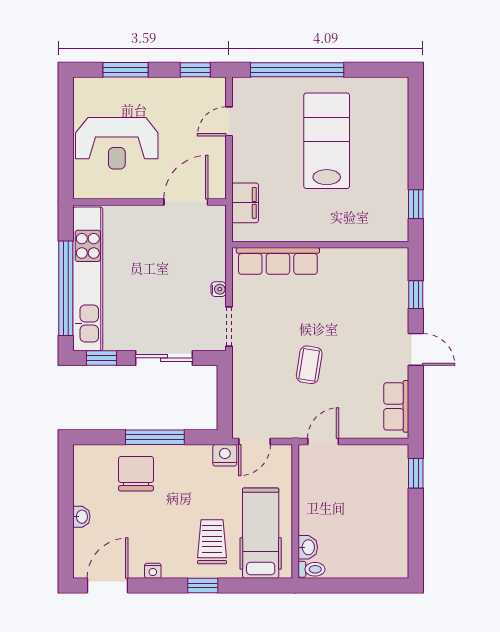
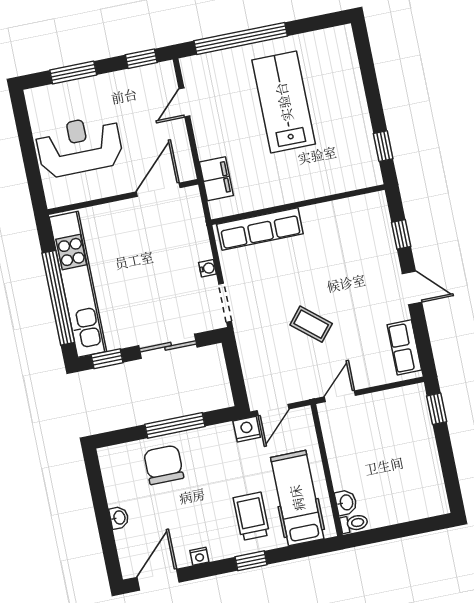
reception desk: (117, 143) -> (79, 146), turned 180
coffee table: (309, 365) -> (311, 324), turned -59

